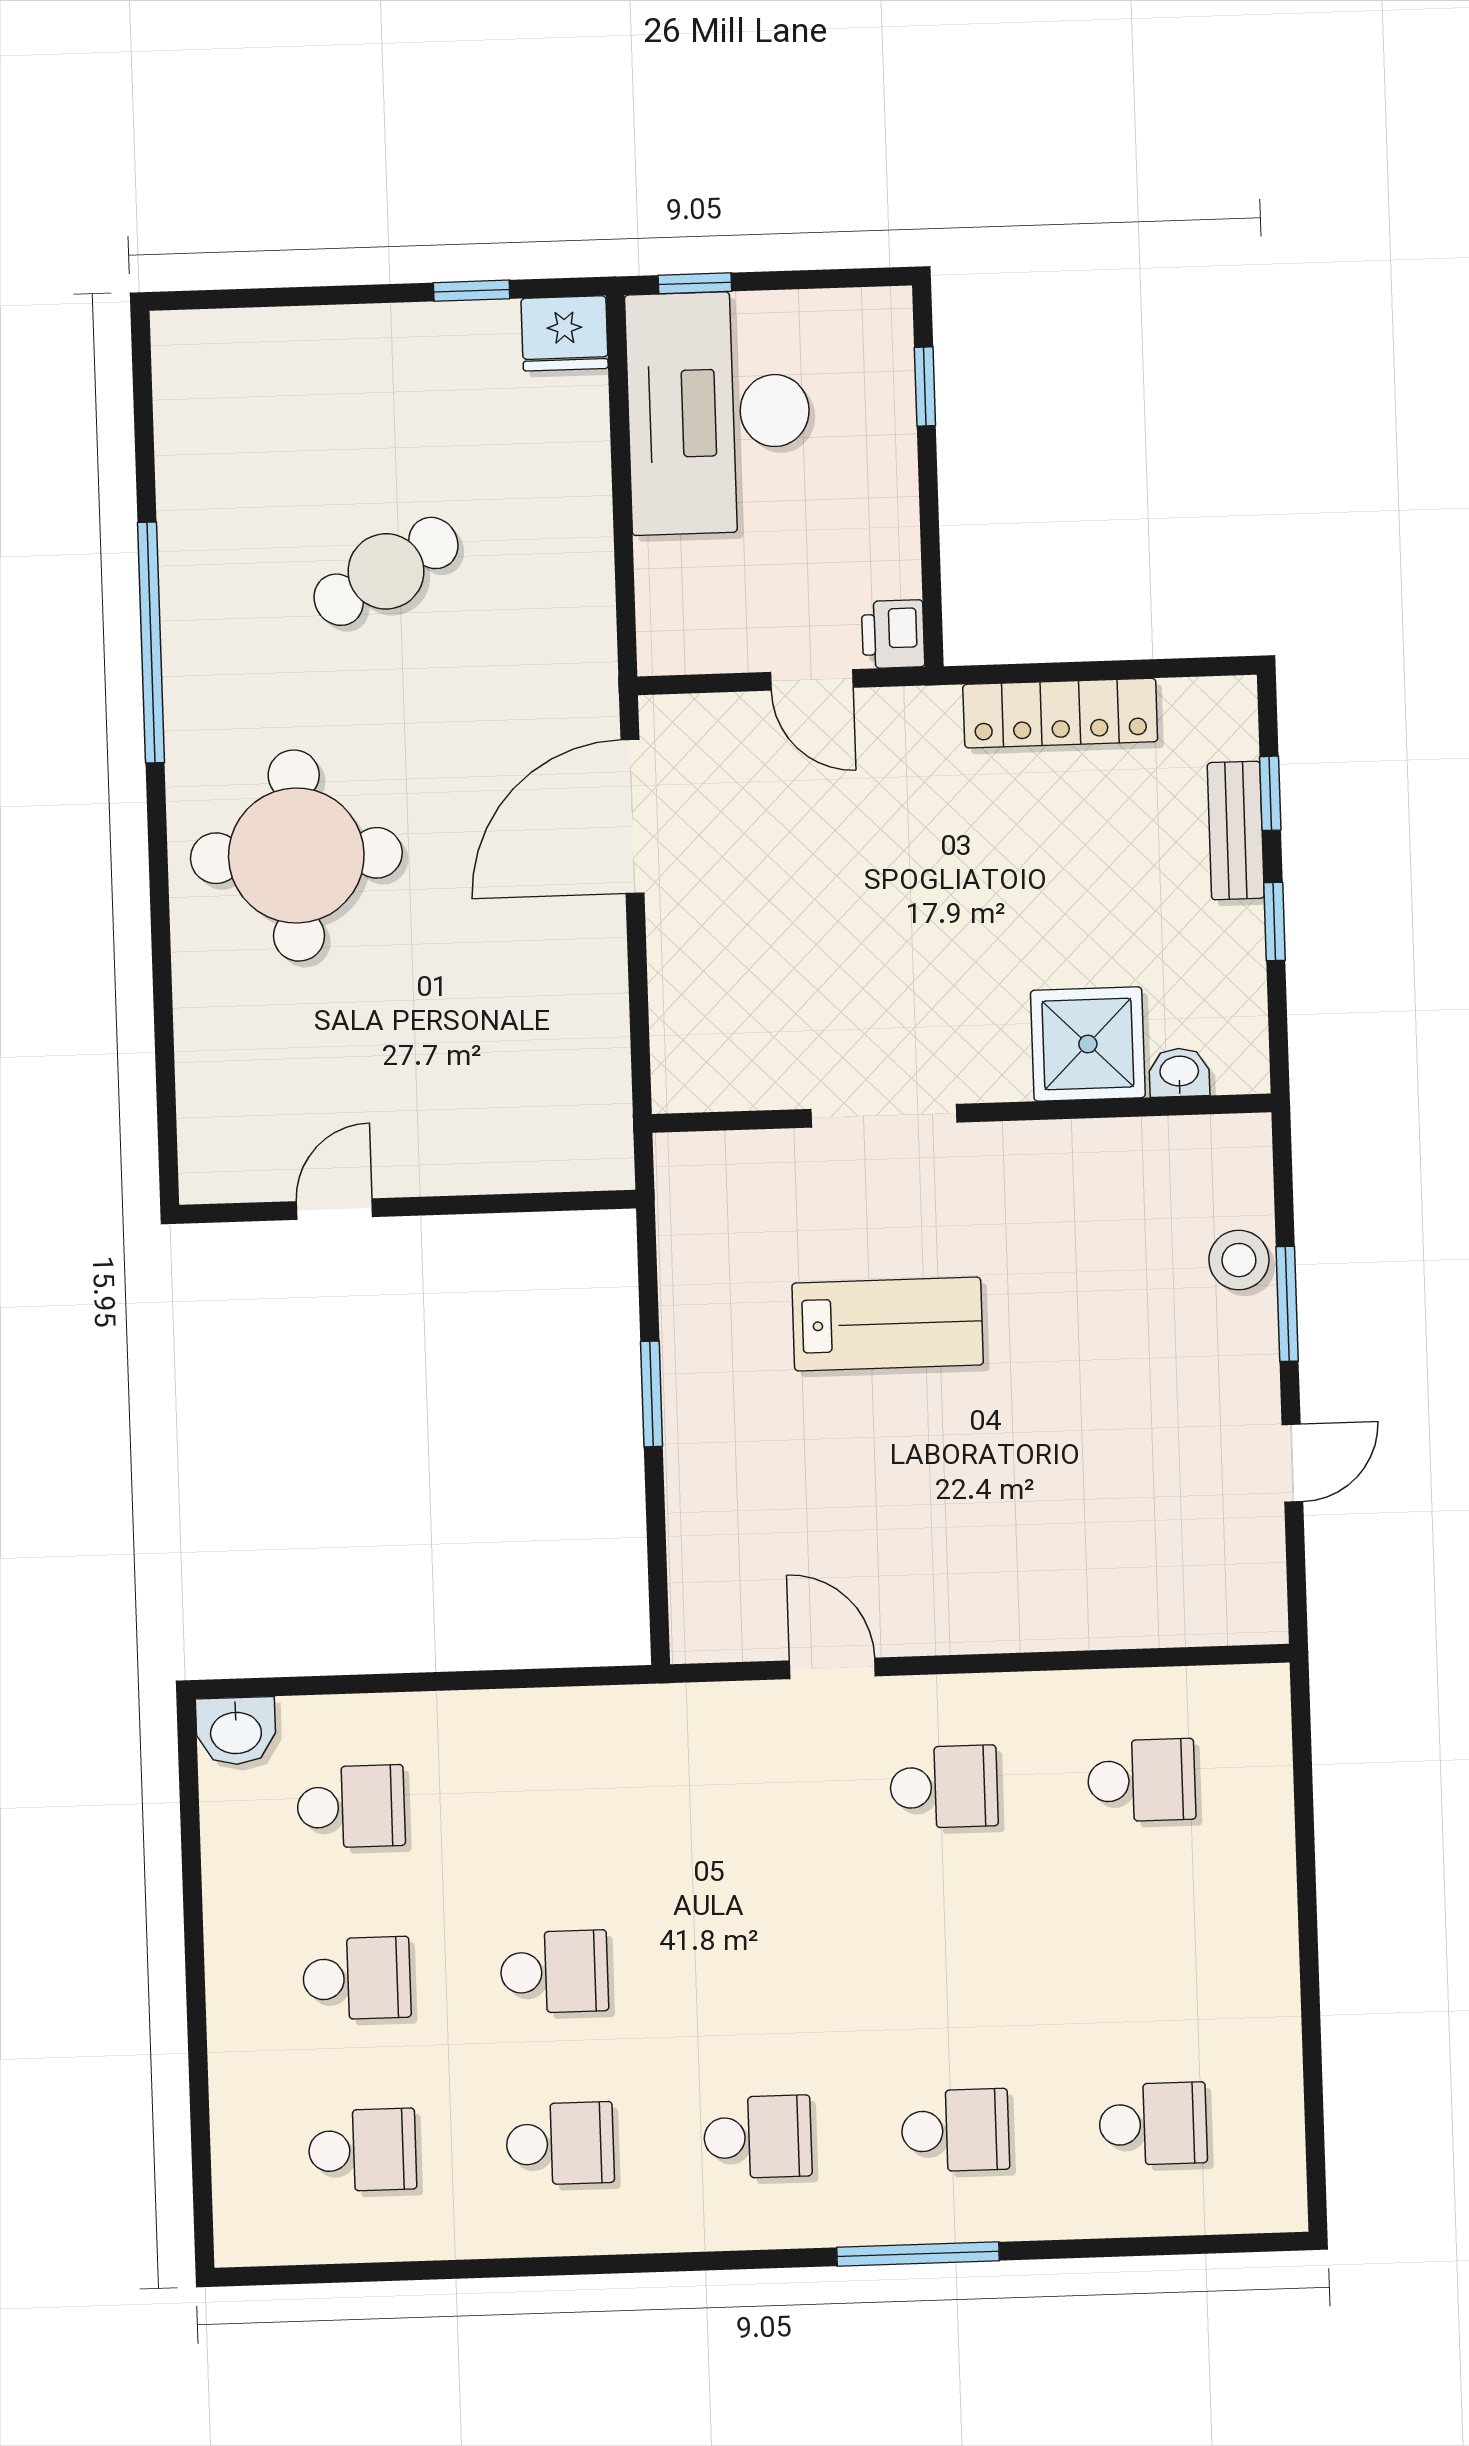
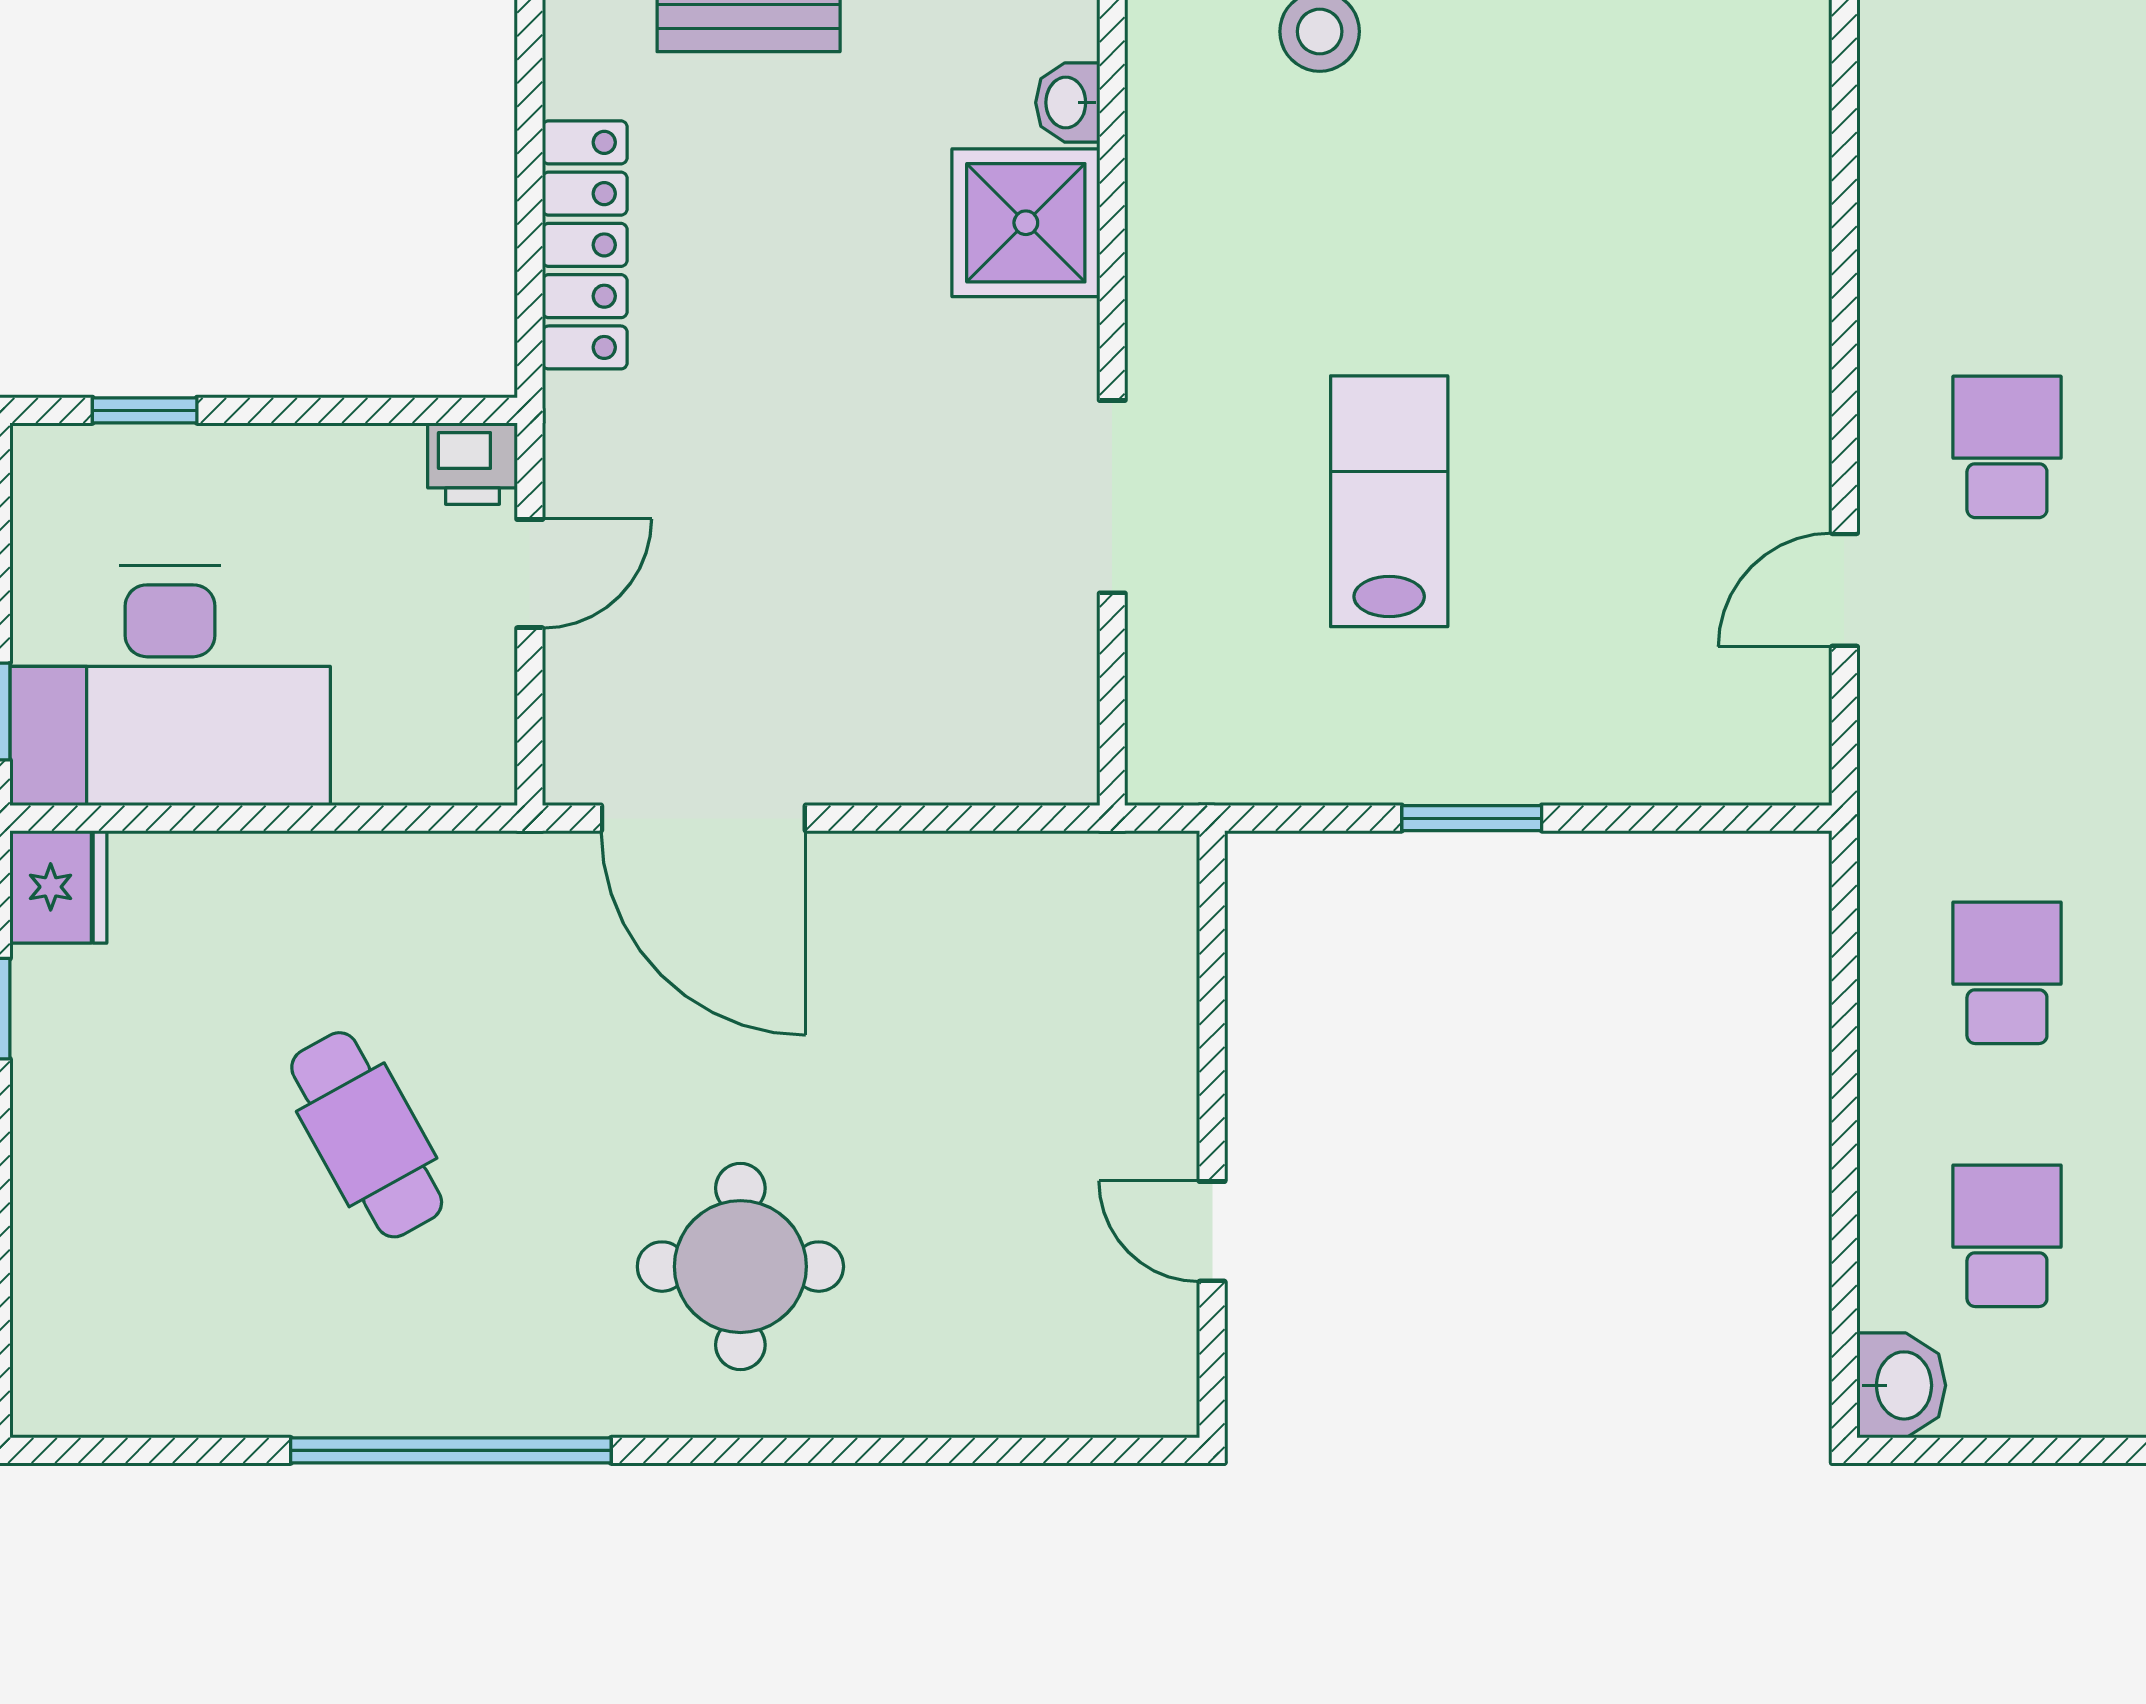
round table: (296, 856) -> (740, 1267), width x0.73, depth x0.73
school desk: (1142, 1780) -> (2007, 973), moved

